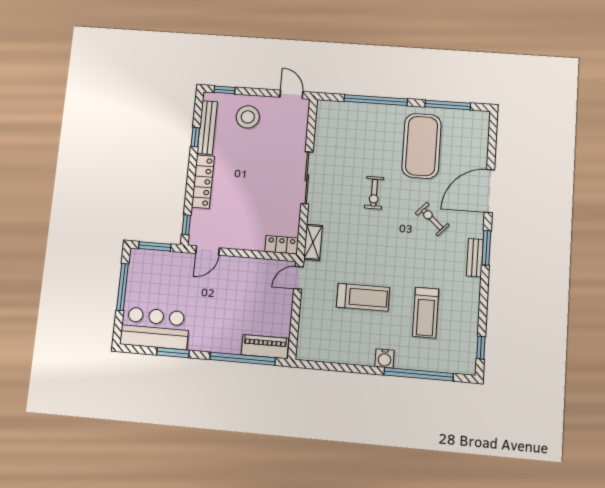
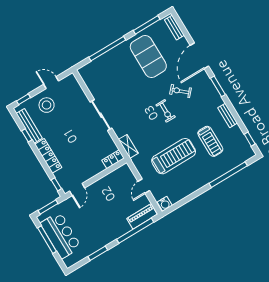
door: (291, 94) -> (51, 83), moved
bench: (482, 133) -> (174, 28), added
exercise bike: (374, 193) -> (166, 111), moved
bench: (475, 258) -> (228, 115), moved
door: (298, 278) -> (144, 186), moved
treadmill: (363, 297) -> (174, 156), width x1.37, depth x1.38
bar counter: (155, 328) -> (61, 235), moved, turned 90
water cooler: (385, 358) -> (165, 204), moved

